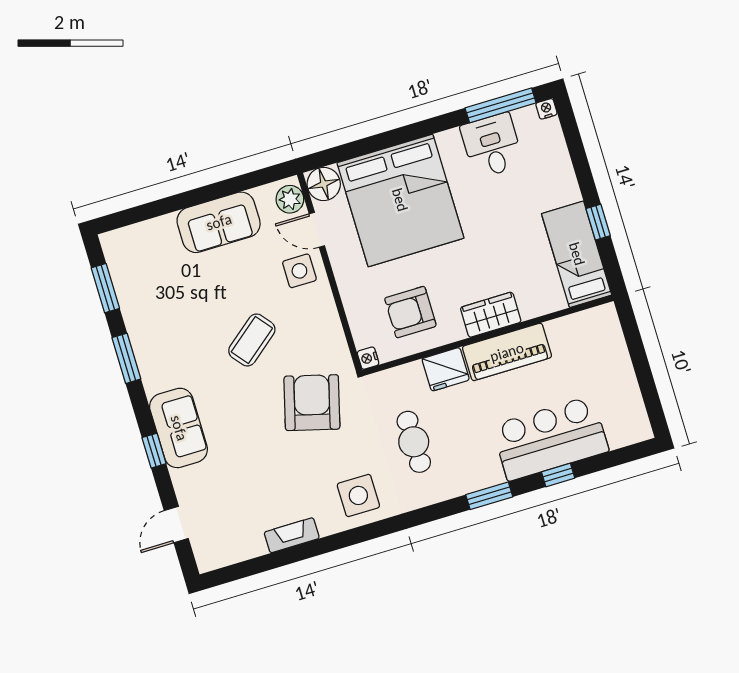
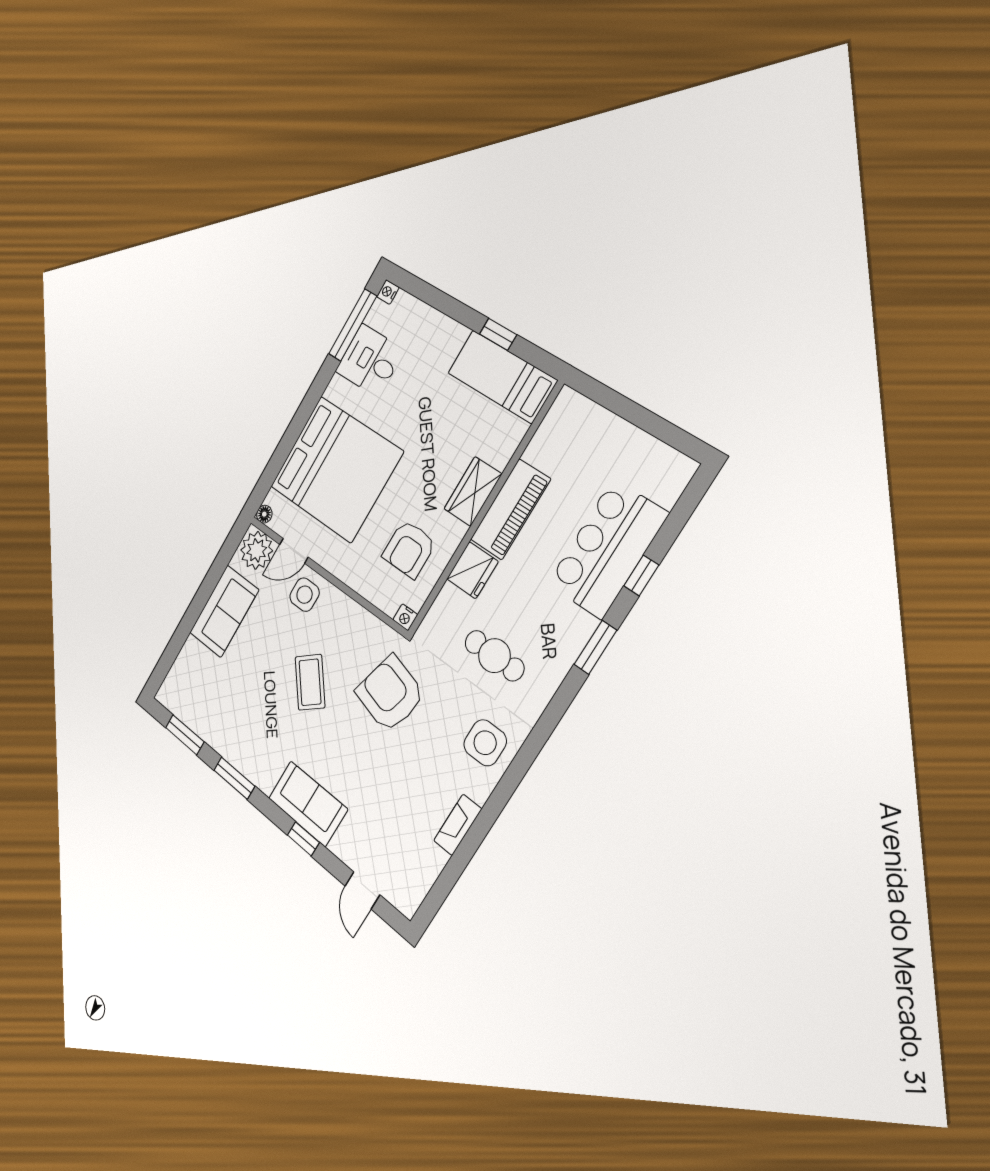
floor lamp: (324, 184) -> (264, 514), width x0.53, depth x0.53
plant: (290, 199) -> (257, 550), width x1.36, depth x1.36

